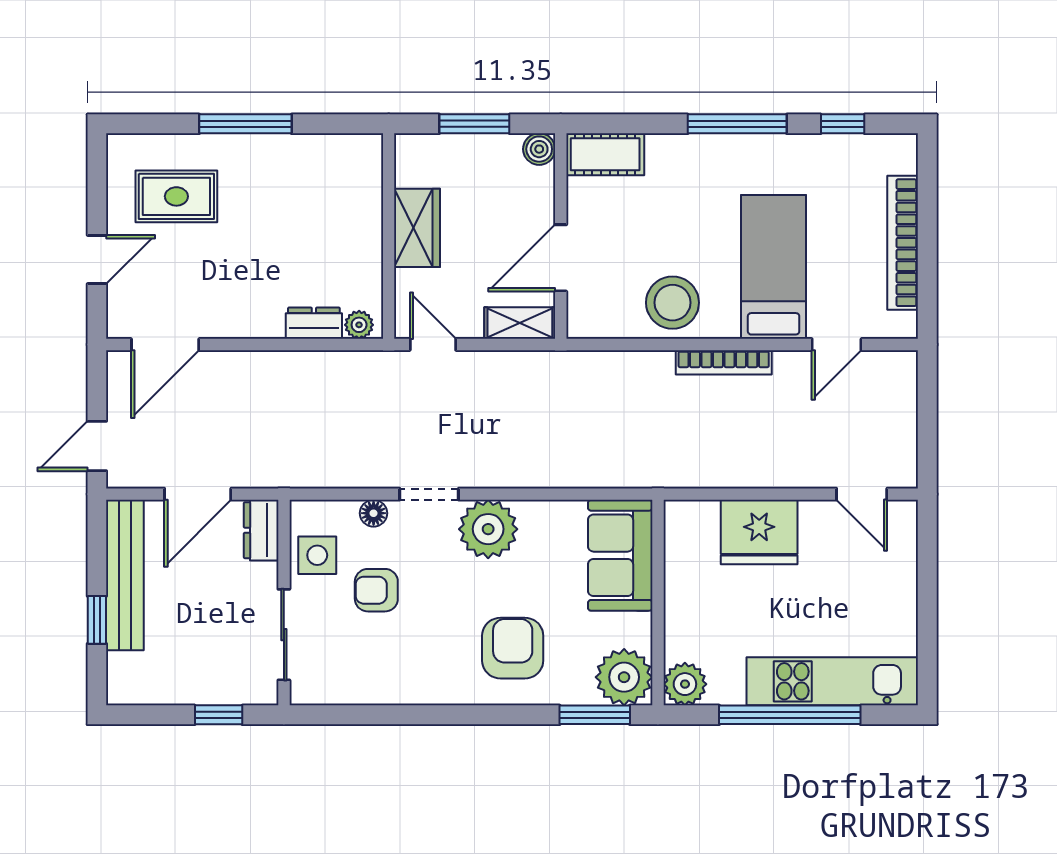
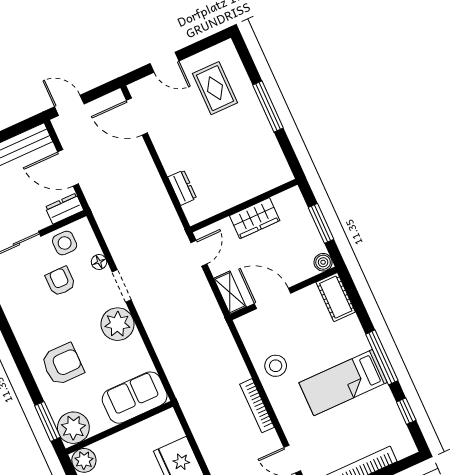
bed: (774, 267) -> (343, 383), moved, turned 180
stool: (672, 303) -> (276, 366), width x0.73, depth x0.73
plant: (359, 325) -> (192, 211), removed

